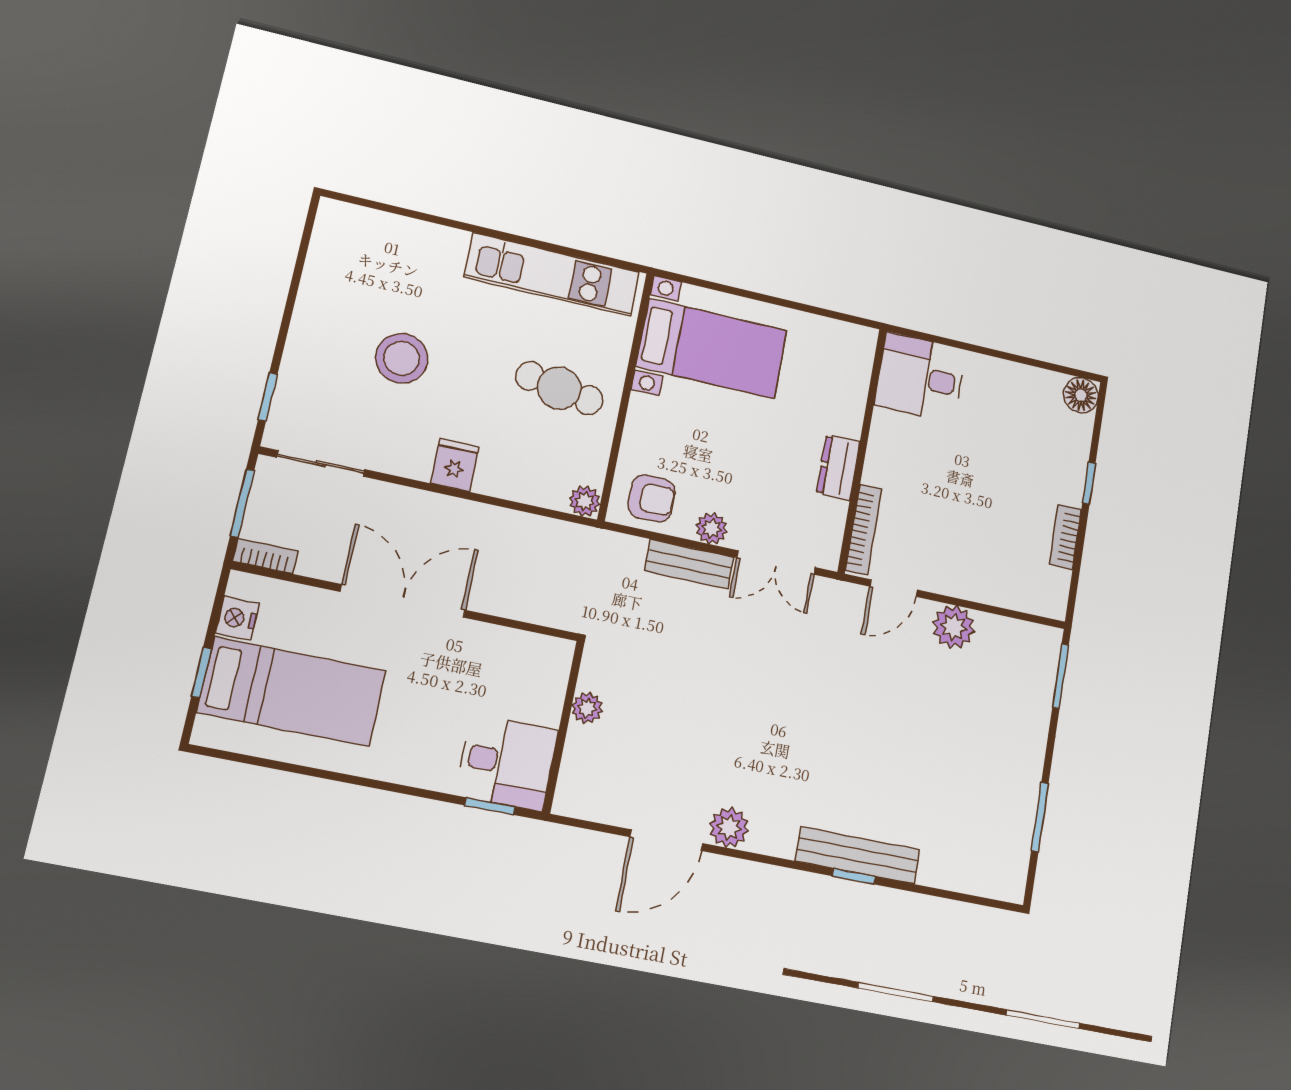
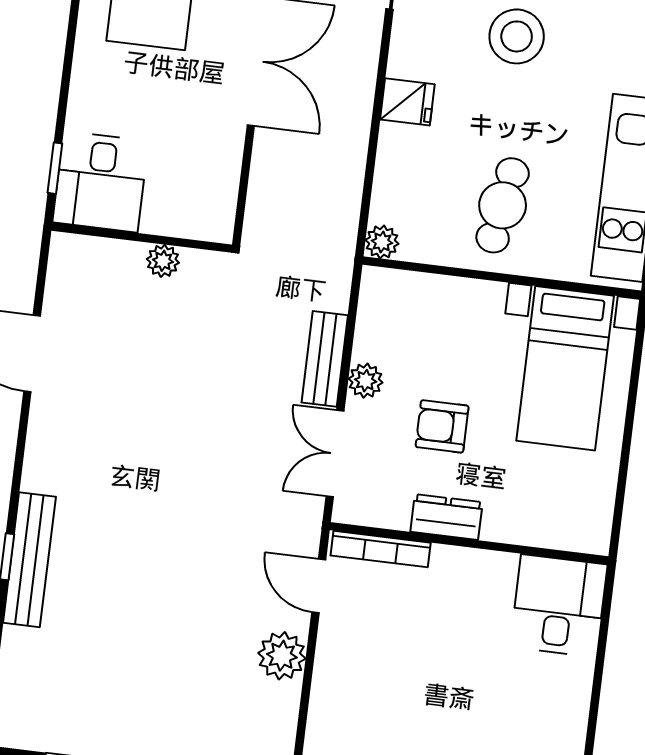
armchair: (652, 499) -> (442, 426), moved, turned 90
plant: (729, 828) -> (49, 419), removed

